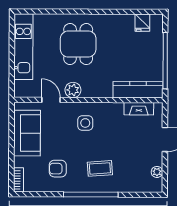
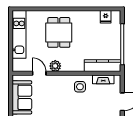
side table: (85, 123) -> (80, 87), moved

